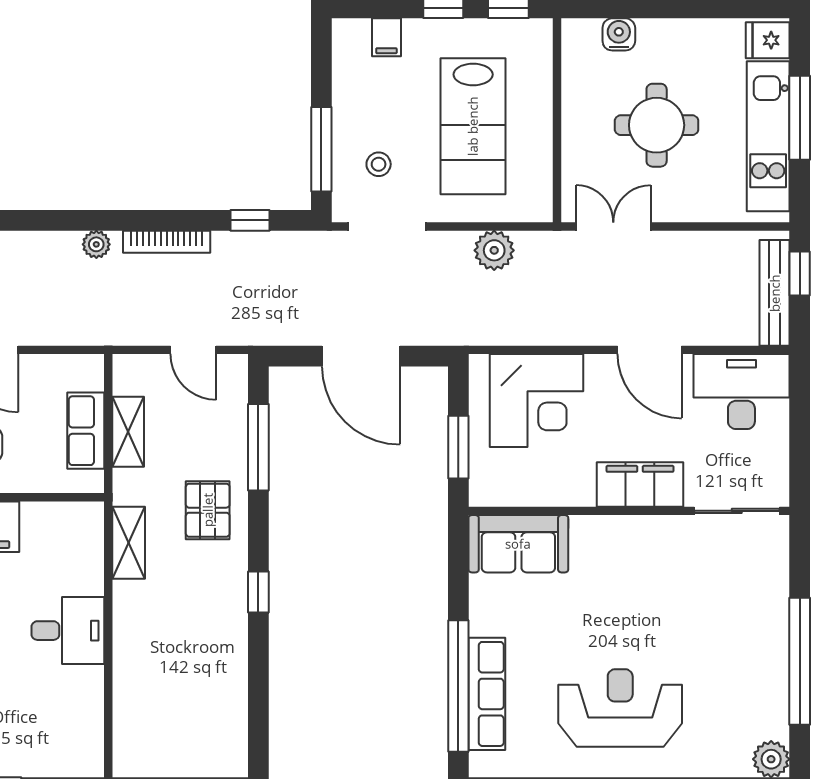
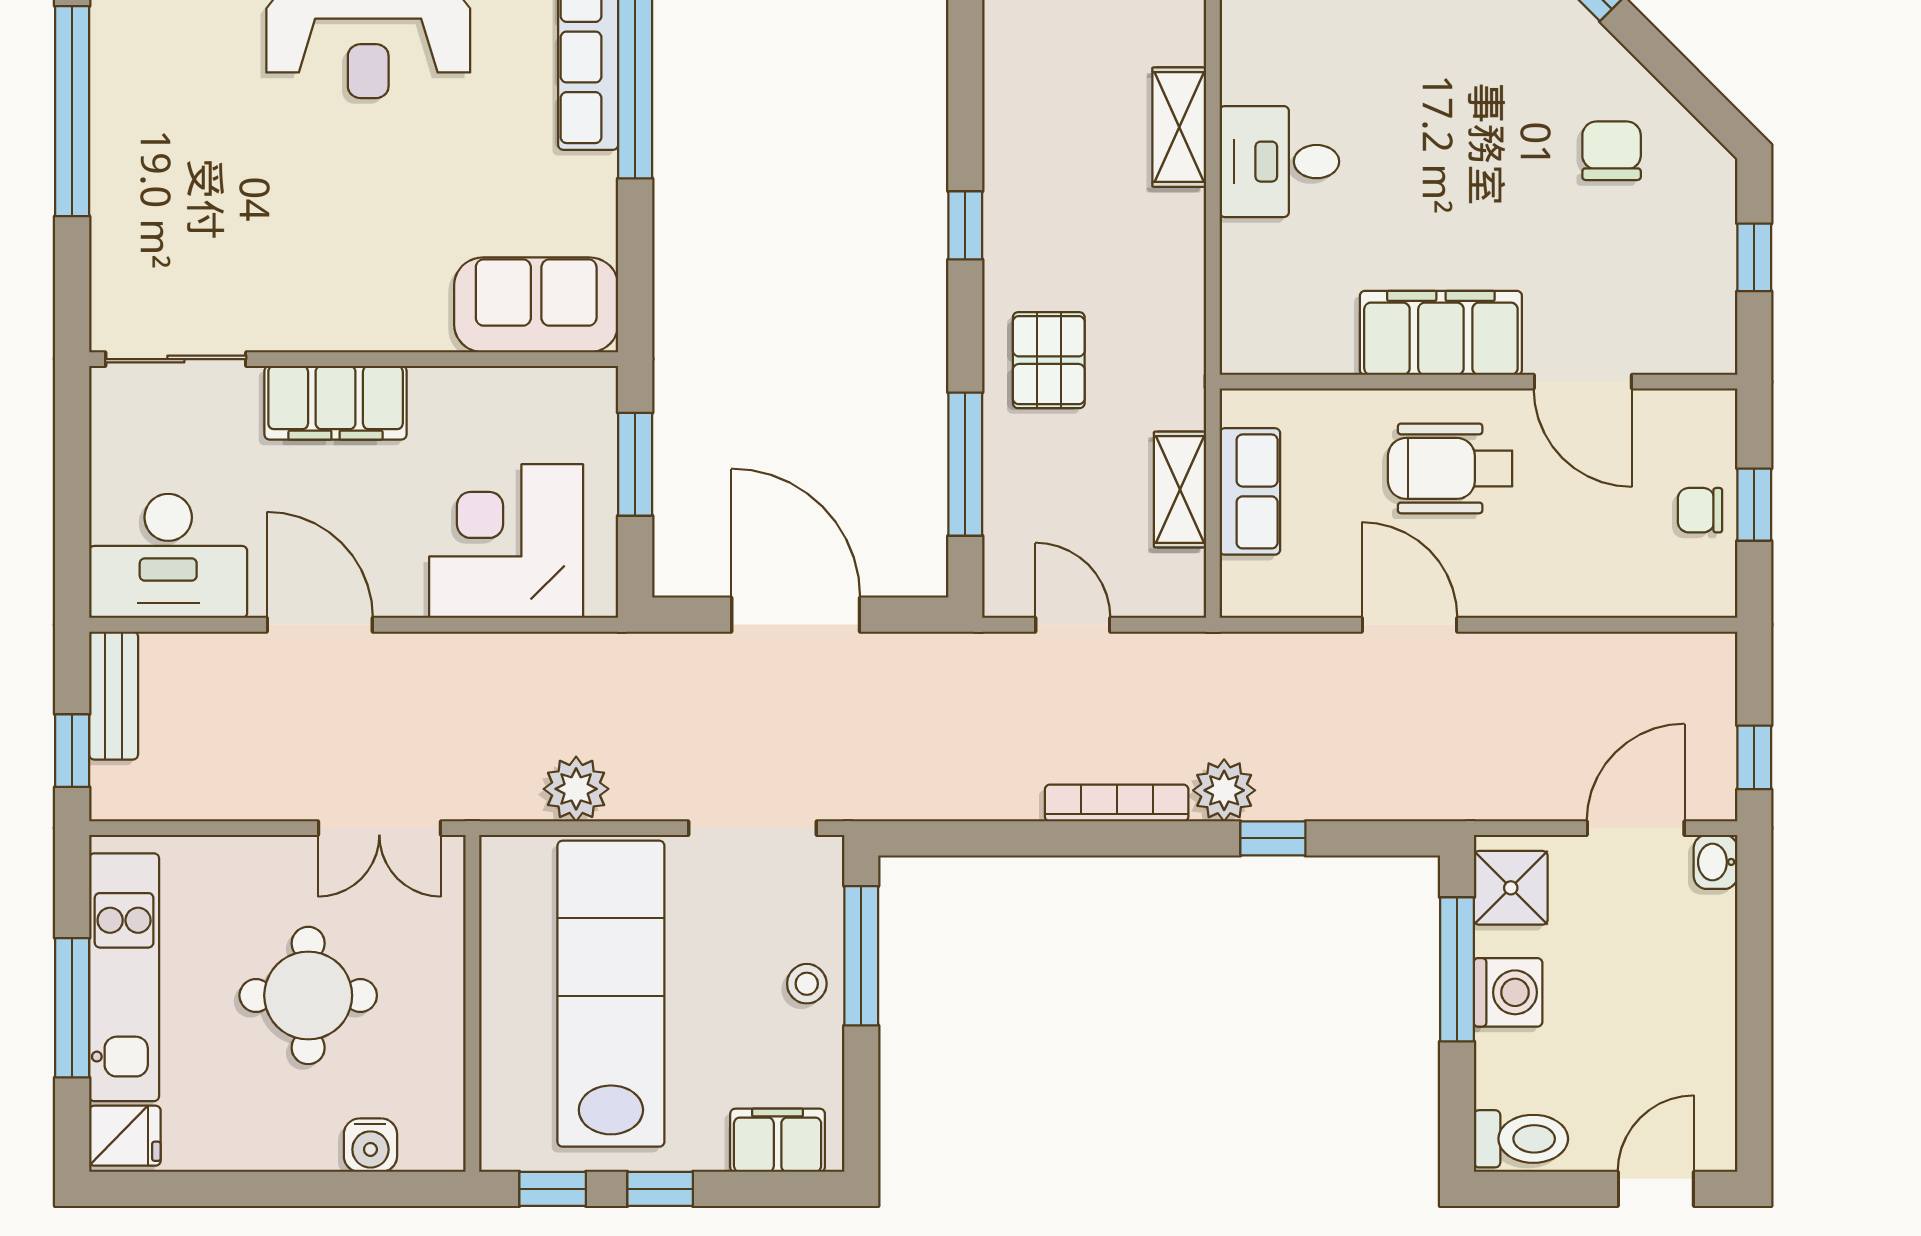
filing cabinet: (386, 37) -> (778, 1140), width x2.00
lab bench: (473, 126) -> (611, 994), width x1.36
stool: (379, 164) -> (807, 984), moved
window: (250, 220) -> (1273, 838), moved
plant: (96, 244) -> (1224, 790), width x1.38, depth x1.38
bench: (775, 293) -> (114, 696), width x0.73
shelving: (129, 543) -> (1179, 127), moved

